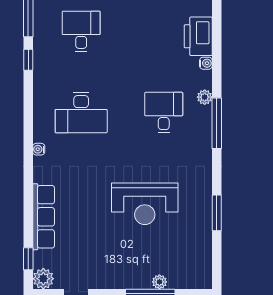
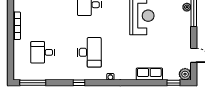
window: (28, 60) -> (79, 83), moved
row of seats: (44, 217) -> (149, 74), width x0.68

